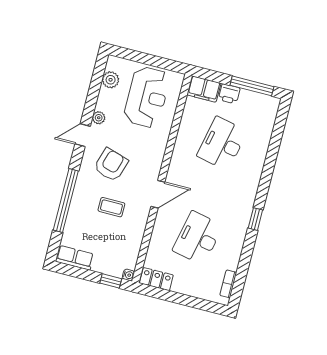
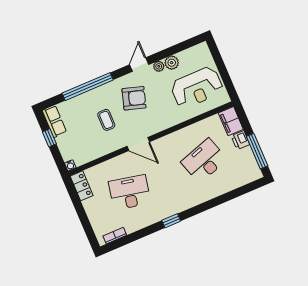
plant: (111, 80) -> (172, 63), moved
door: (83, 135) -> (139, 65), hinge flipped
desk: (222, 143) -> (204, 161), turned -30
window: (111, 281) -> (49, 138), moved

